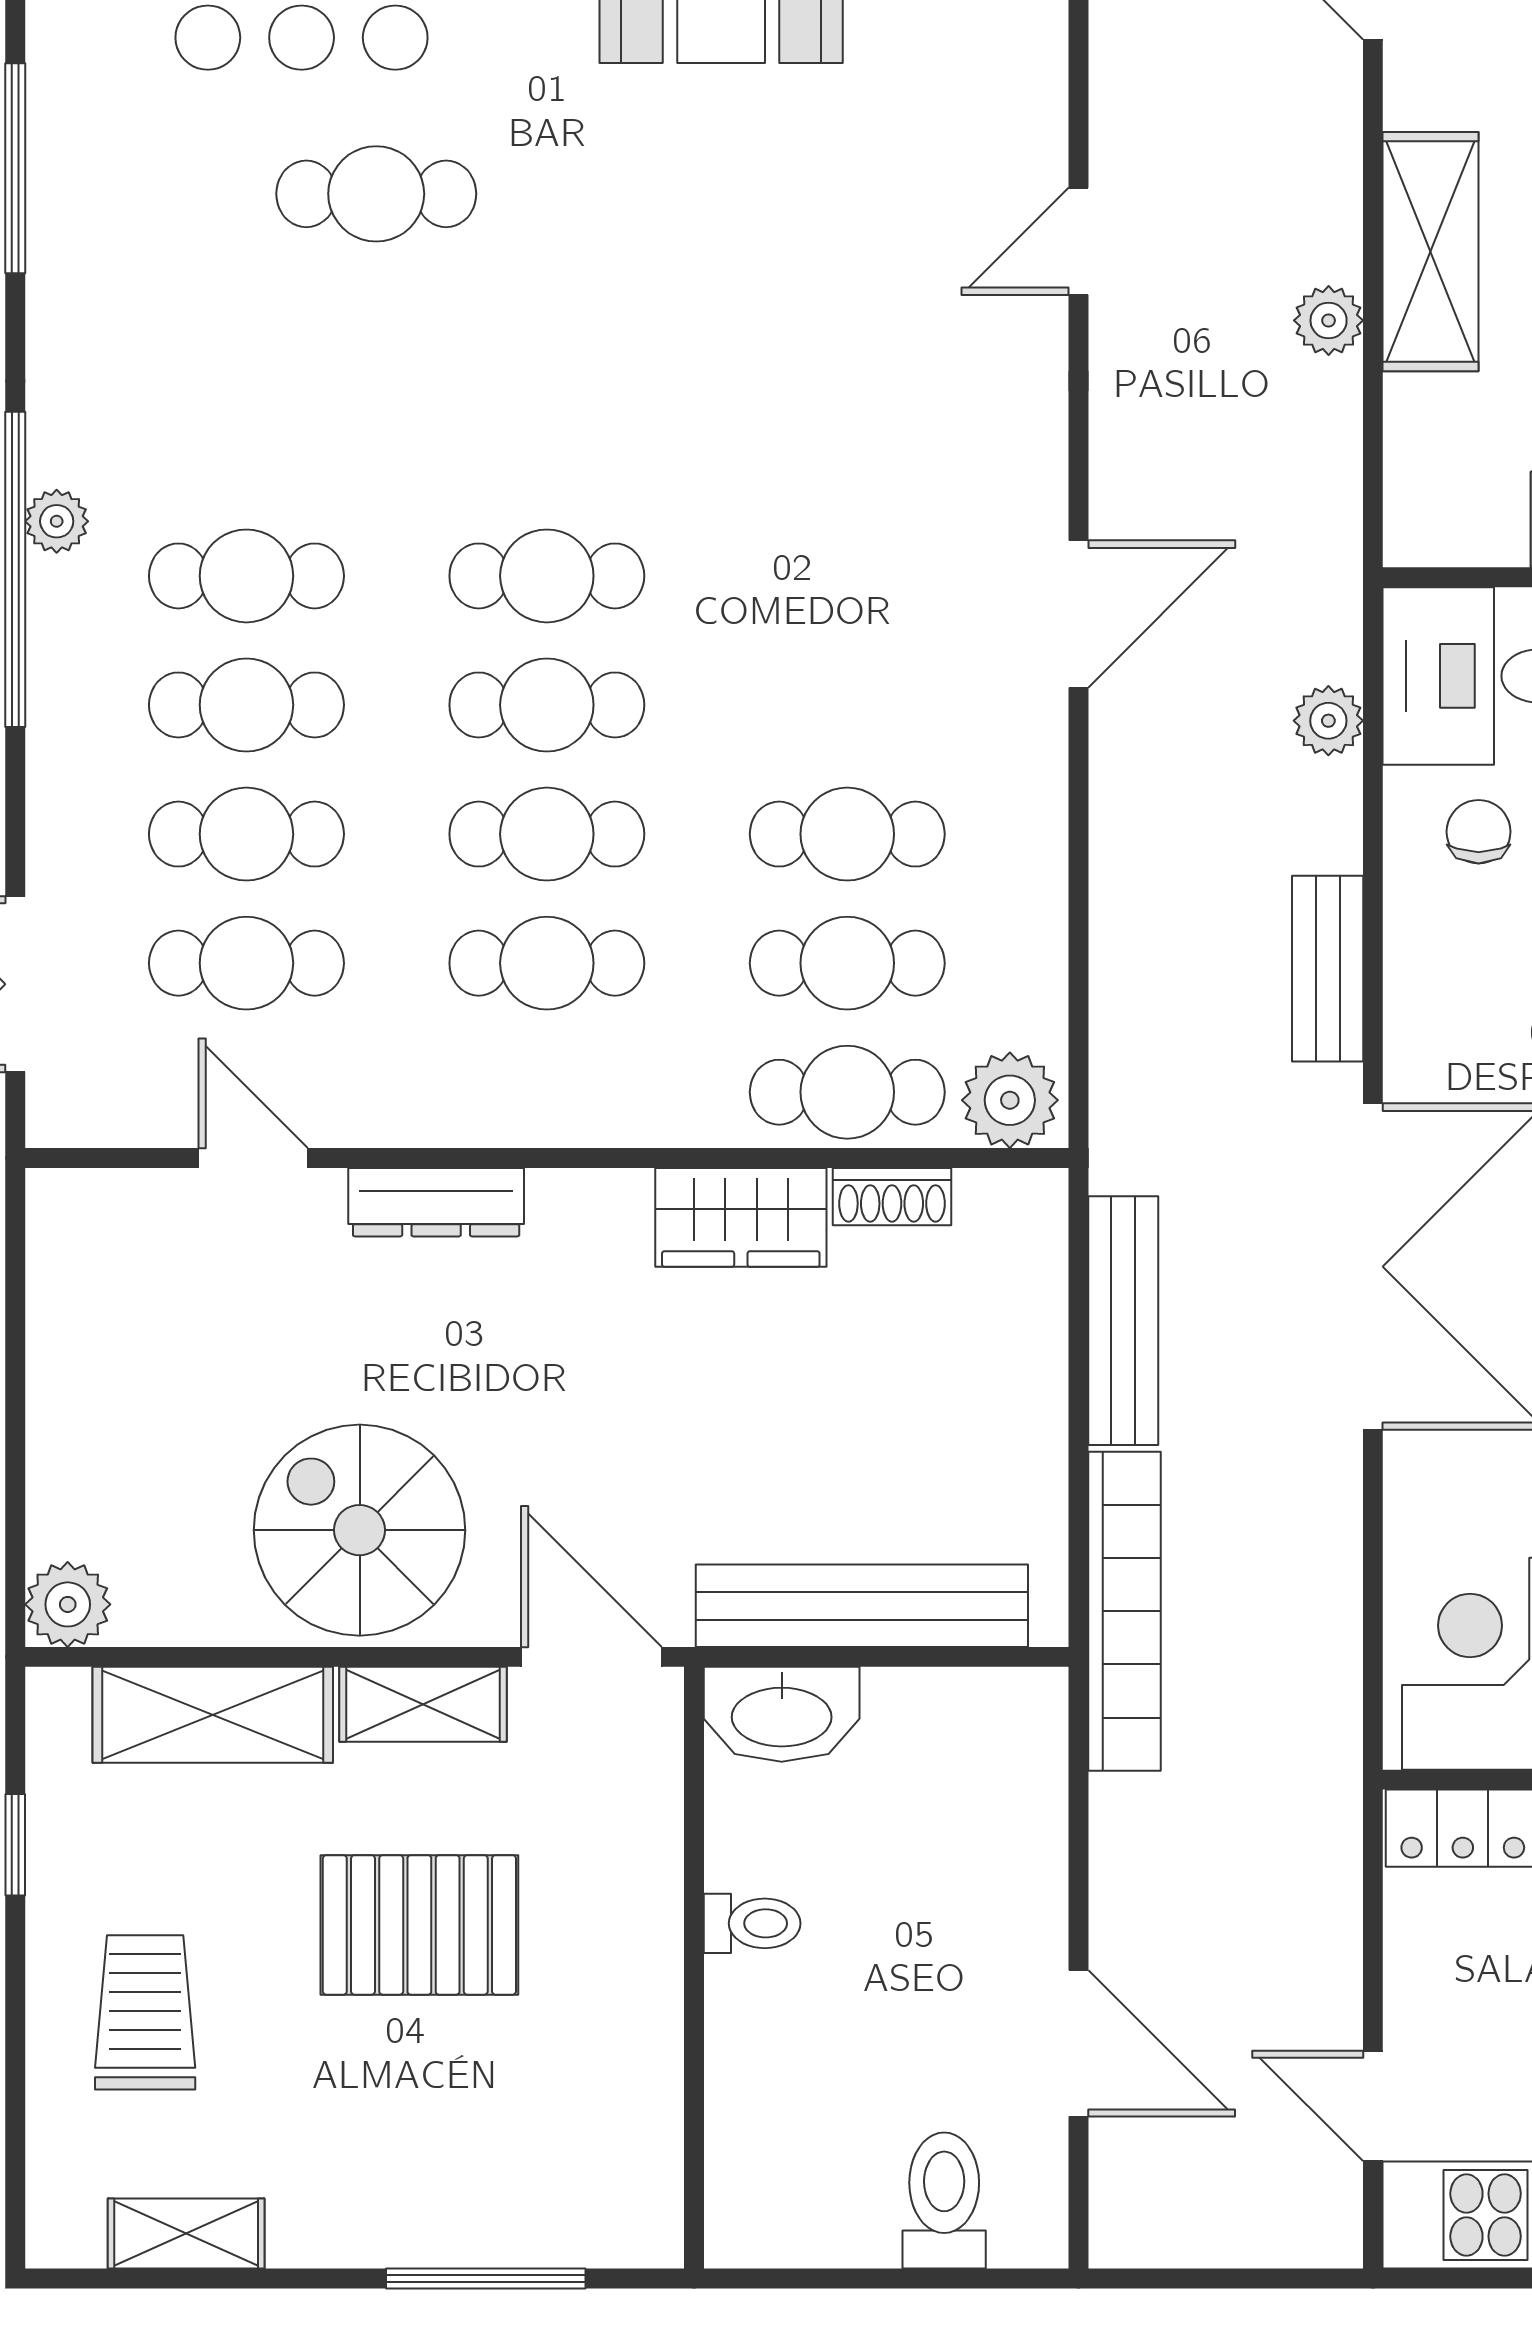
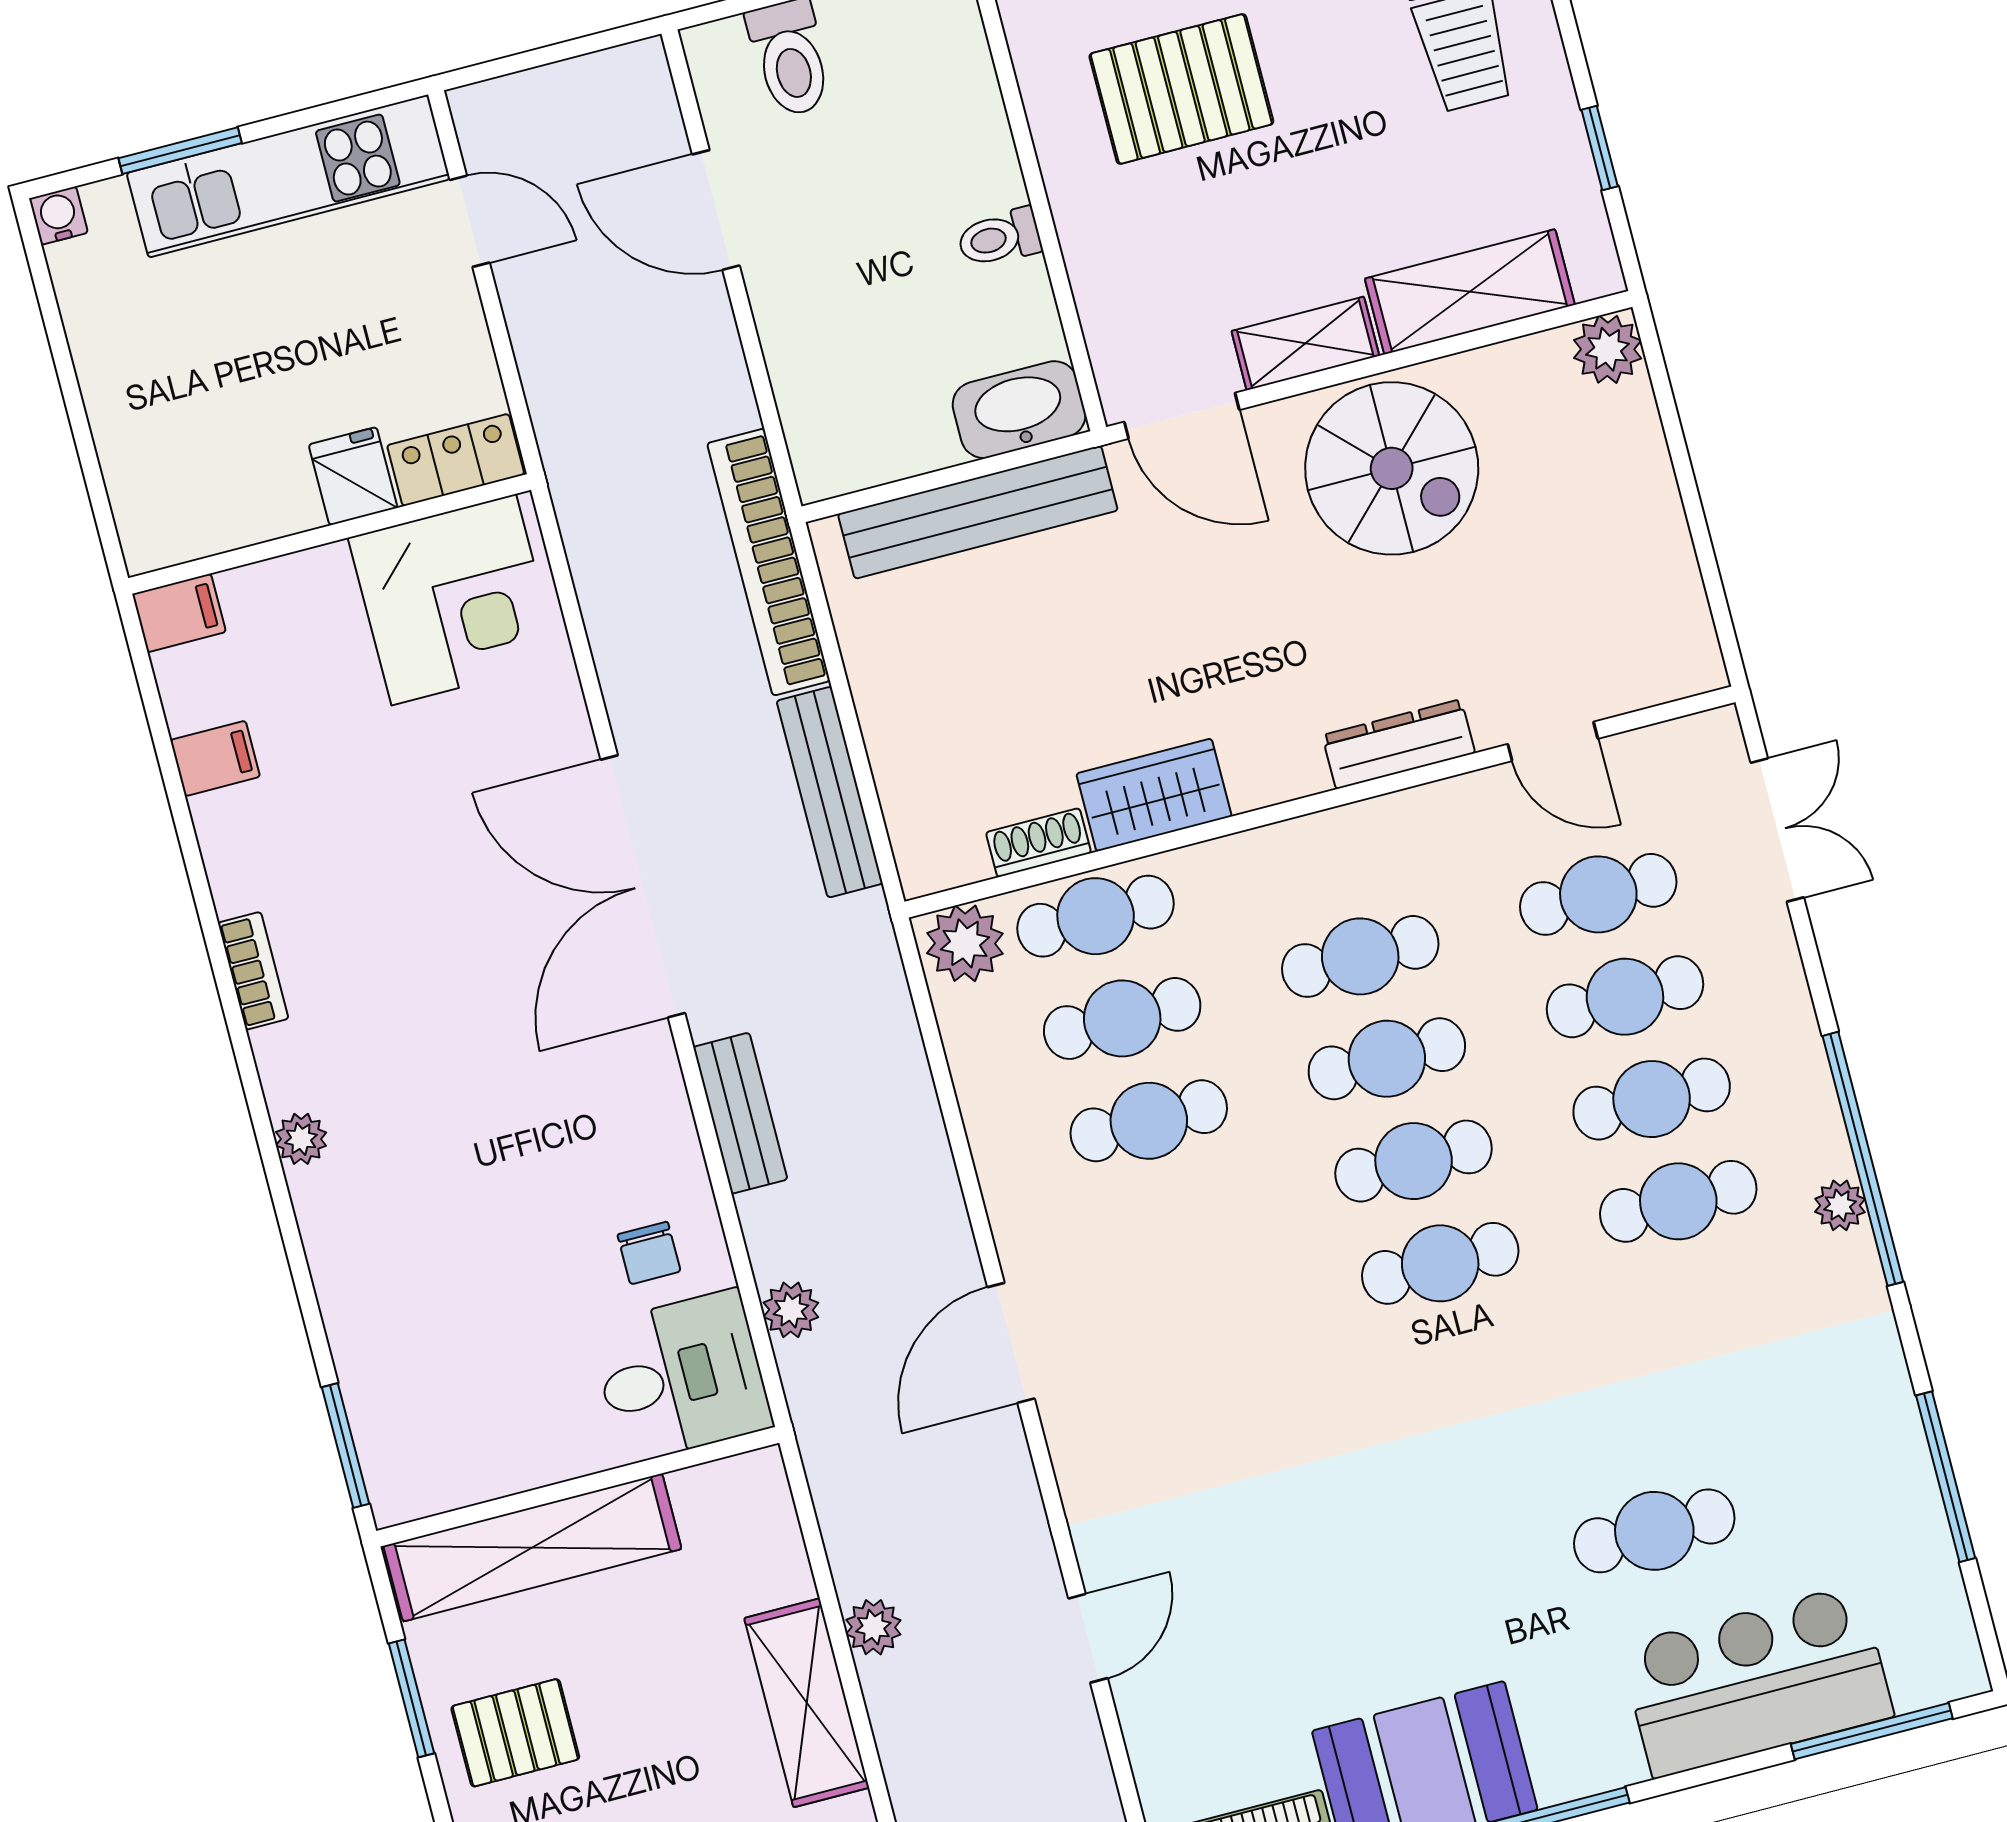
pallet: (419, 1925) -> (1181, 89), moved

